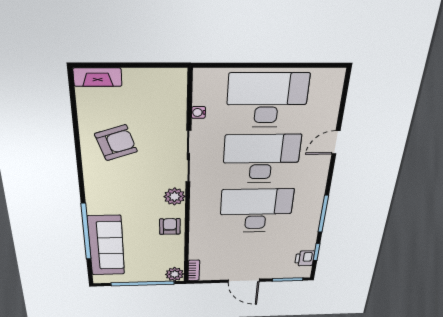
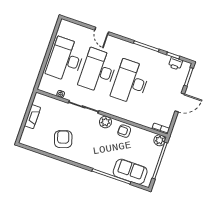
fireplace: (98, 77) -> (33, 117), moved
sofa: (106, 246) -> (130, 172), width x0.73

